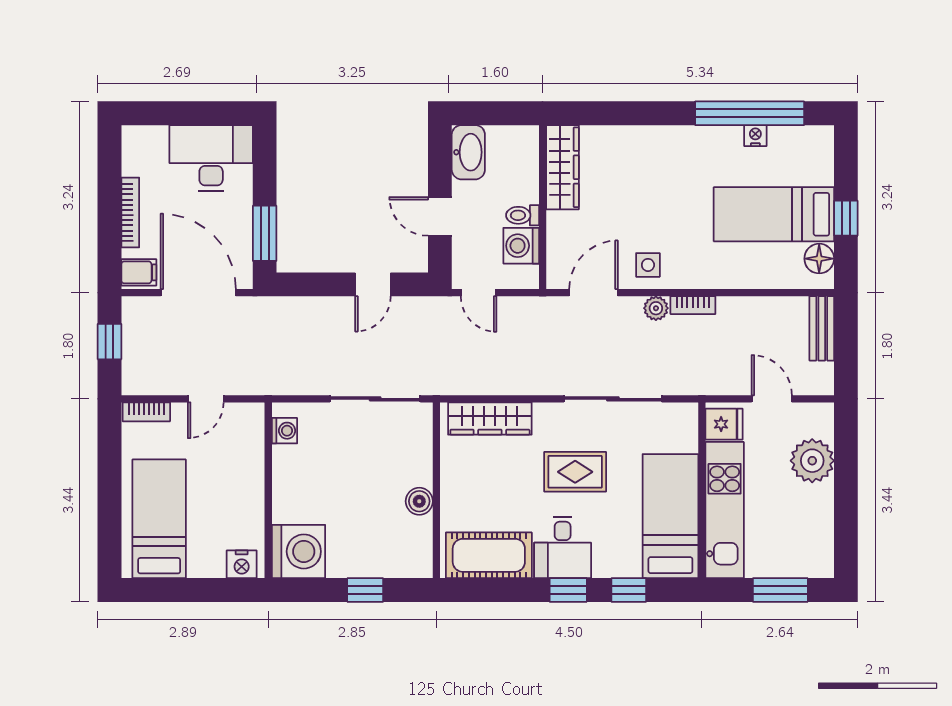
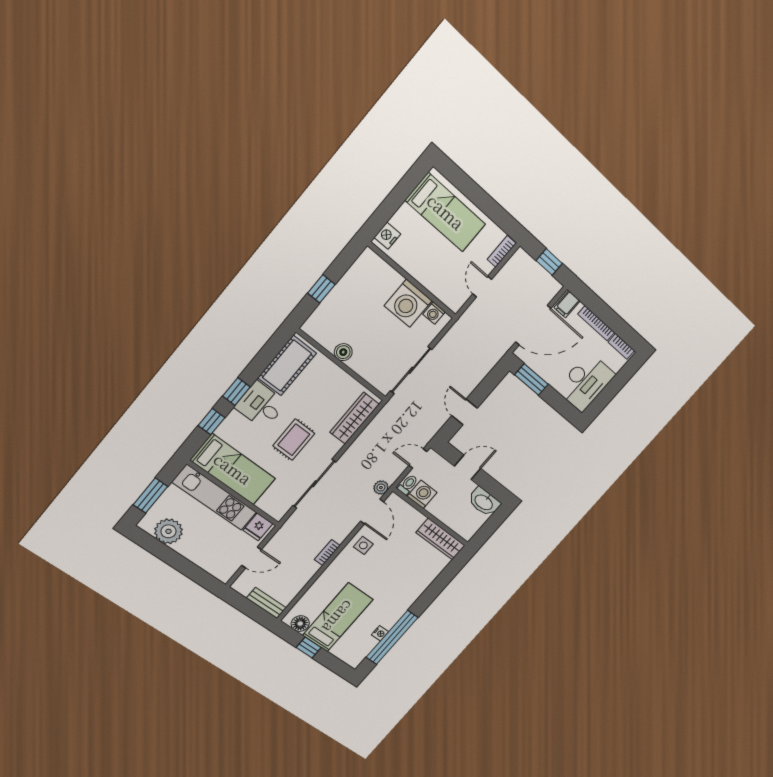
bookcase: (131, 152) -> (621, 346), added
toilet: (523, 215) -> (408, 485), moved
plant: (656, 308) -> (381, 488), moved
plant: (812, 461) -> (168, 531), moved
washing machine: (298, 551) -> (408, 303), moved

